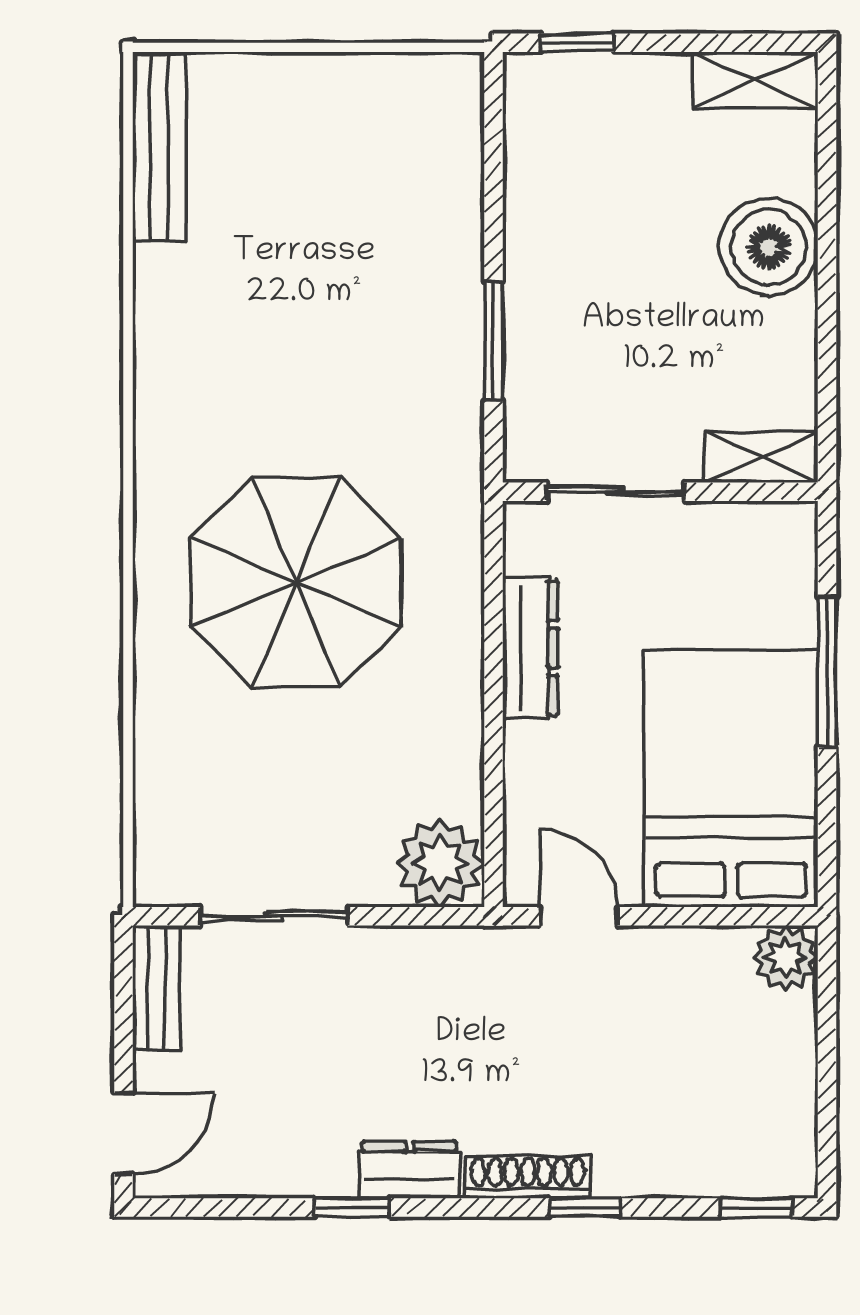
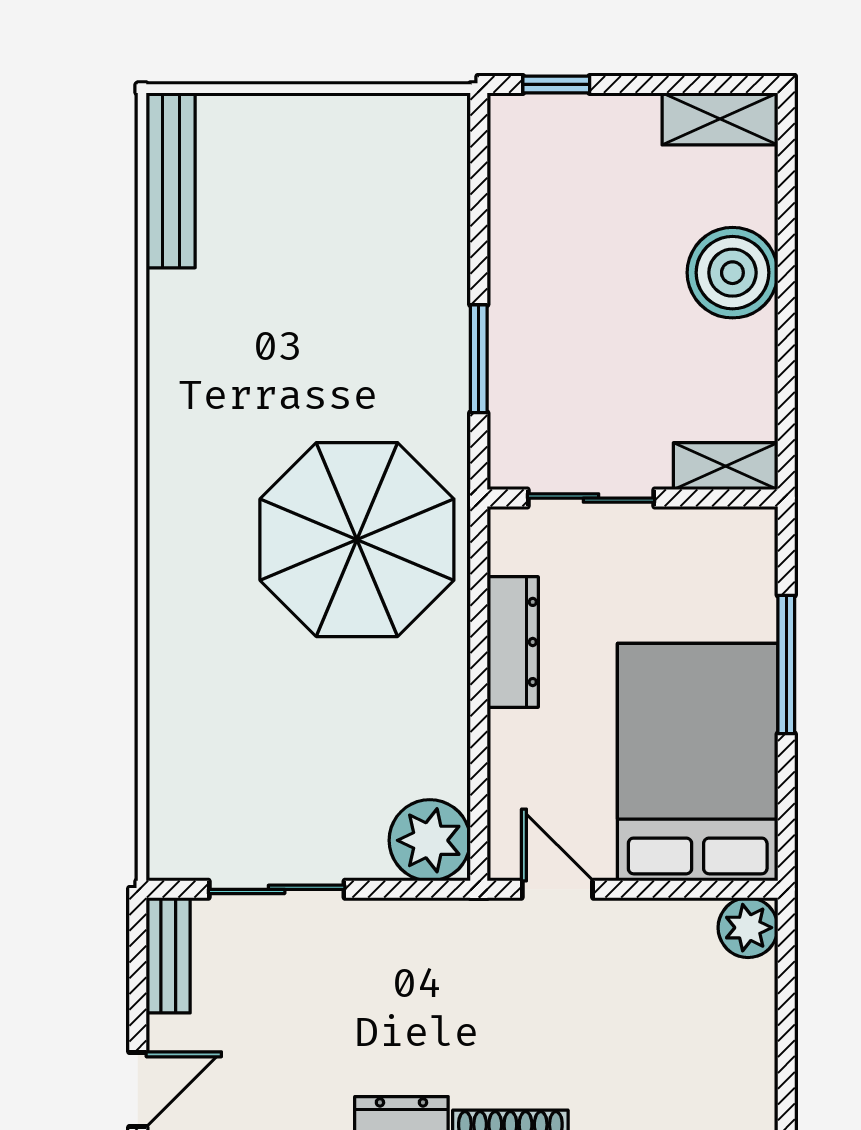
parasol: (296, 582) -> (357, 540), moved

